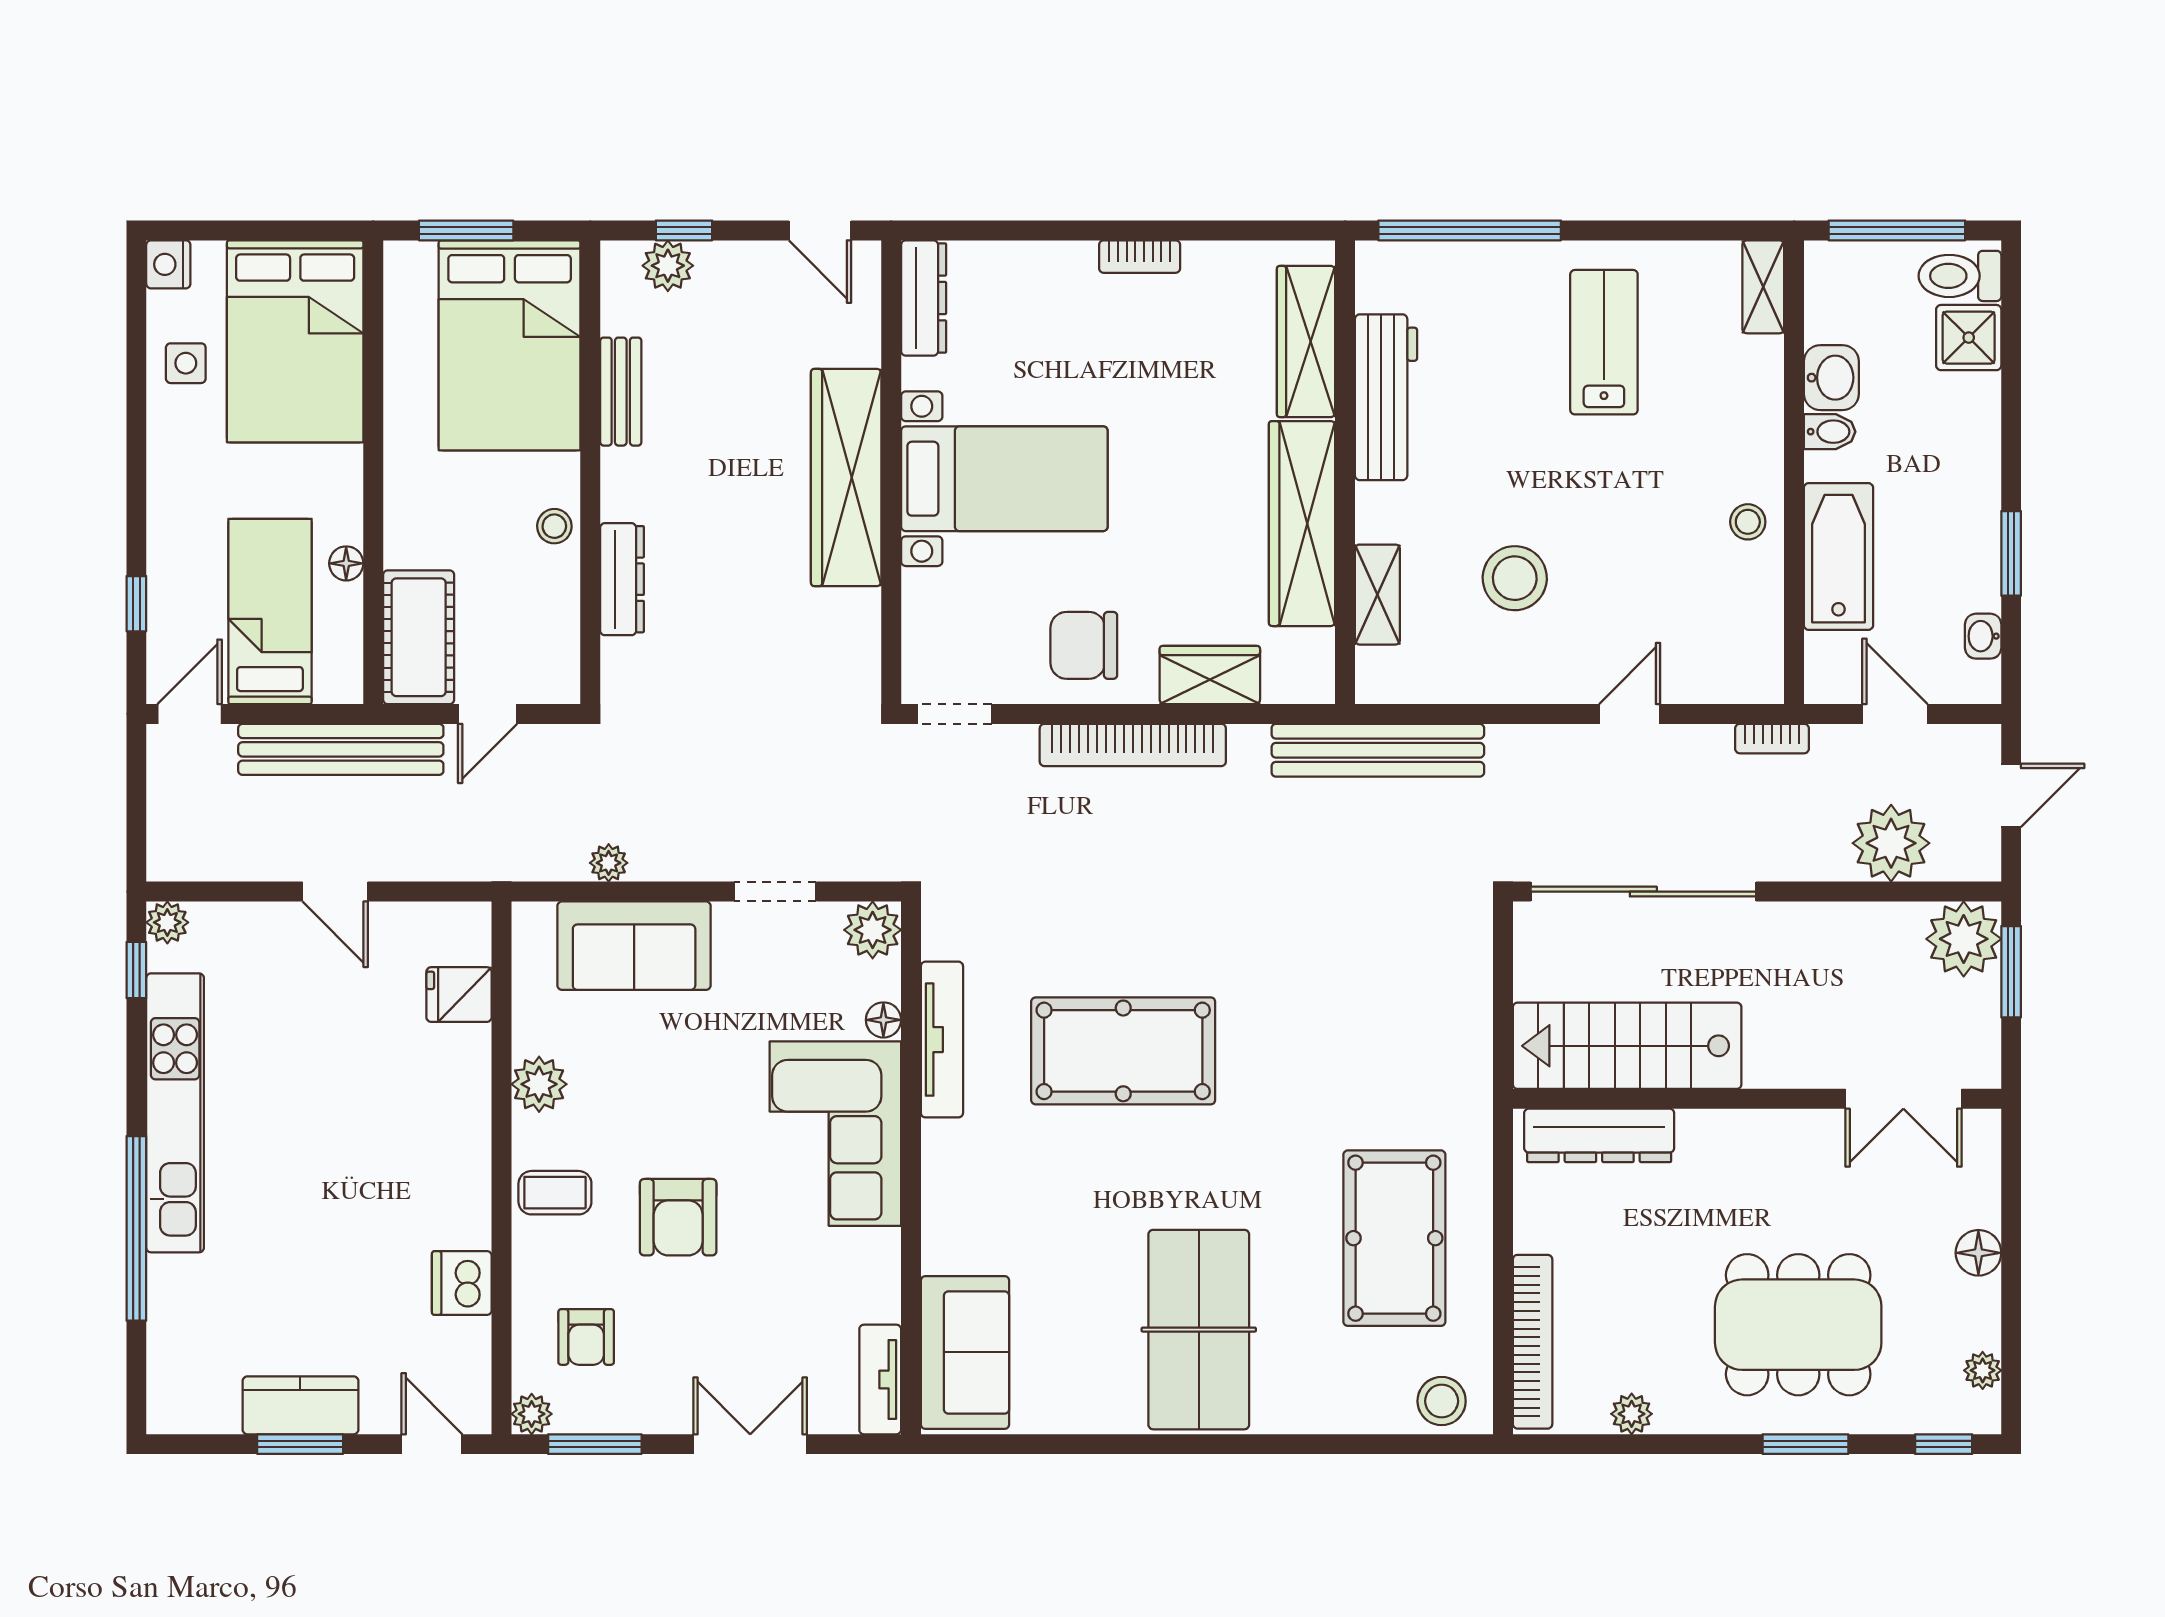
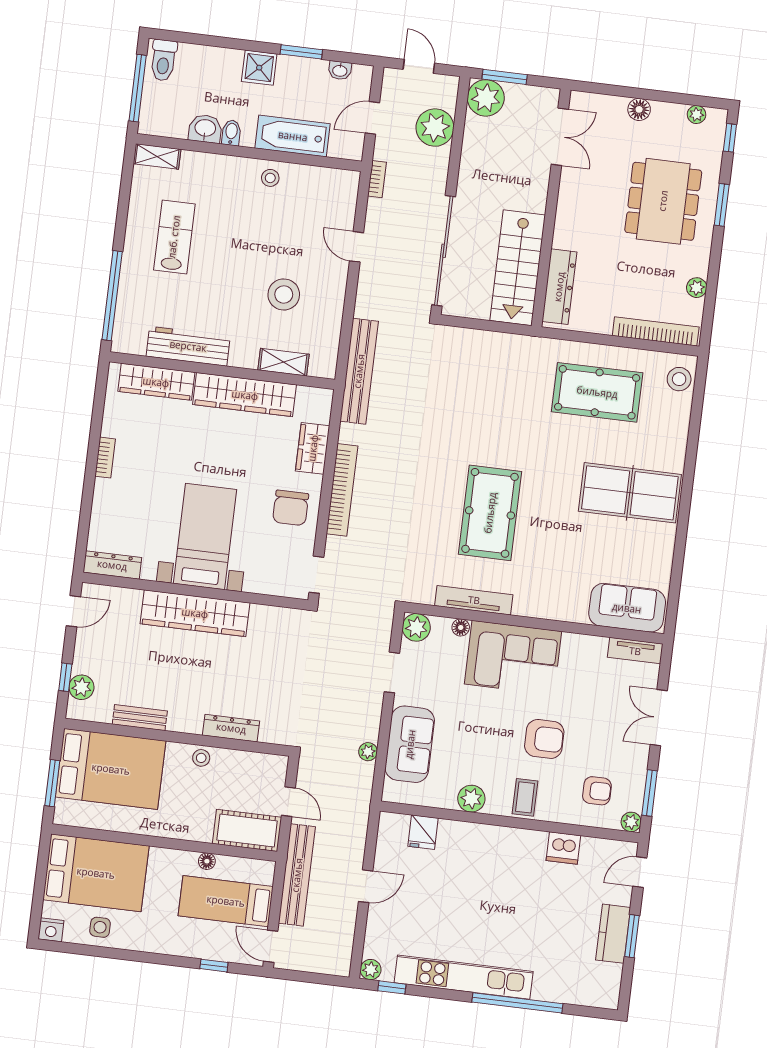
shower: (1969, 338) -> (259, 68), moved
lab bench: (1604, 342) -> (174, 237), turned 90

